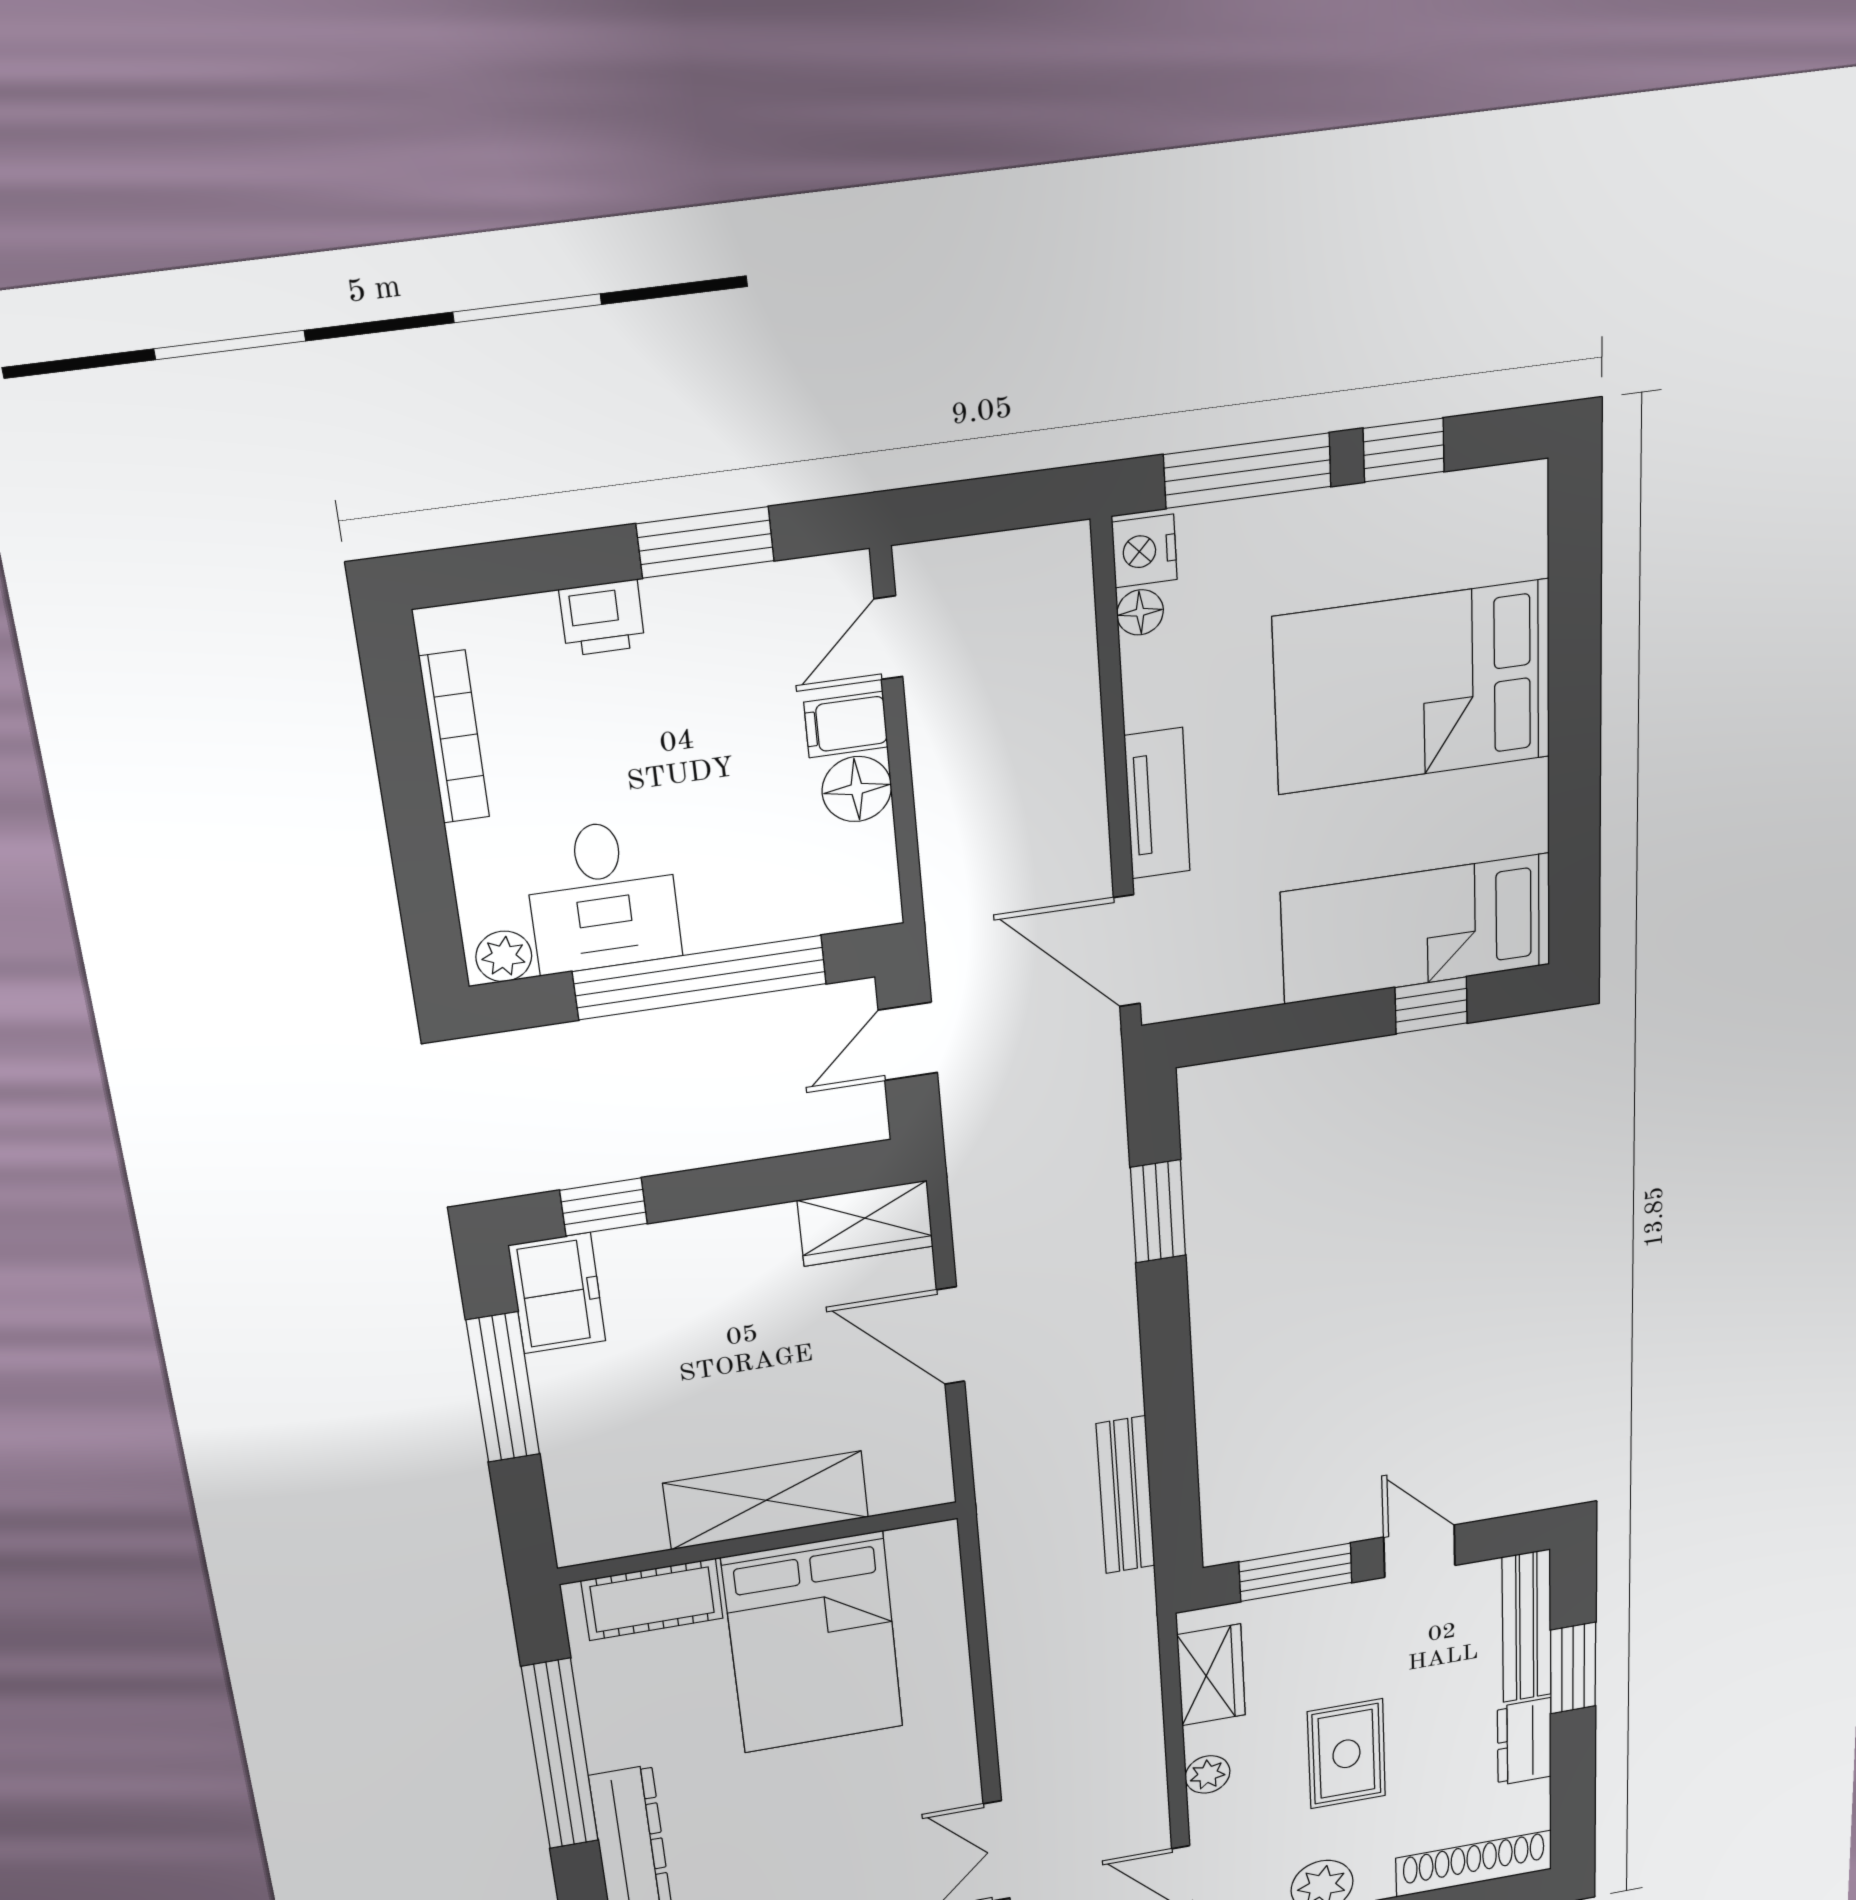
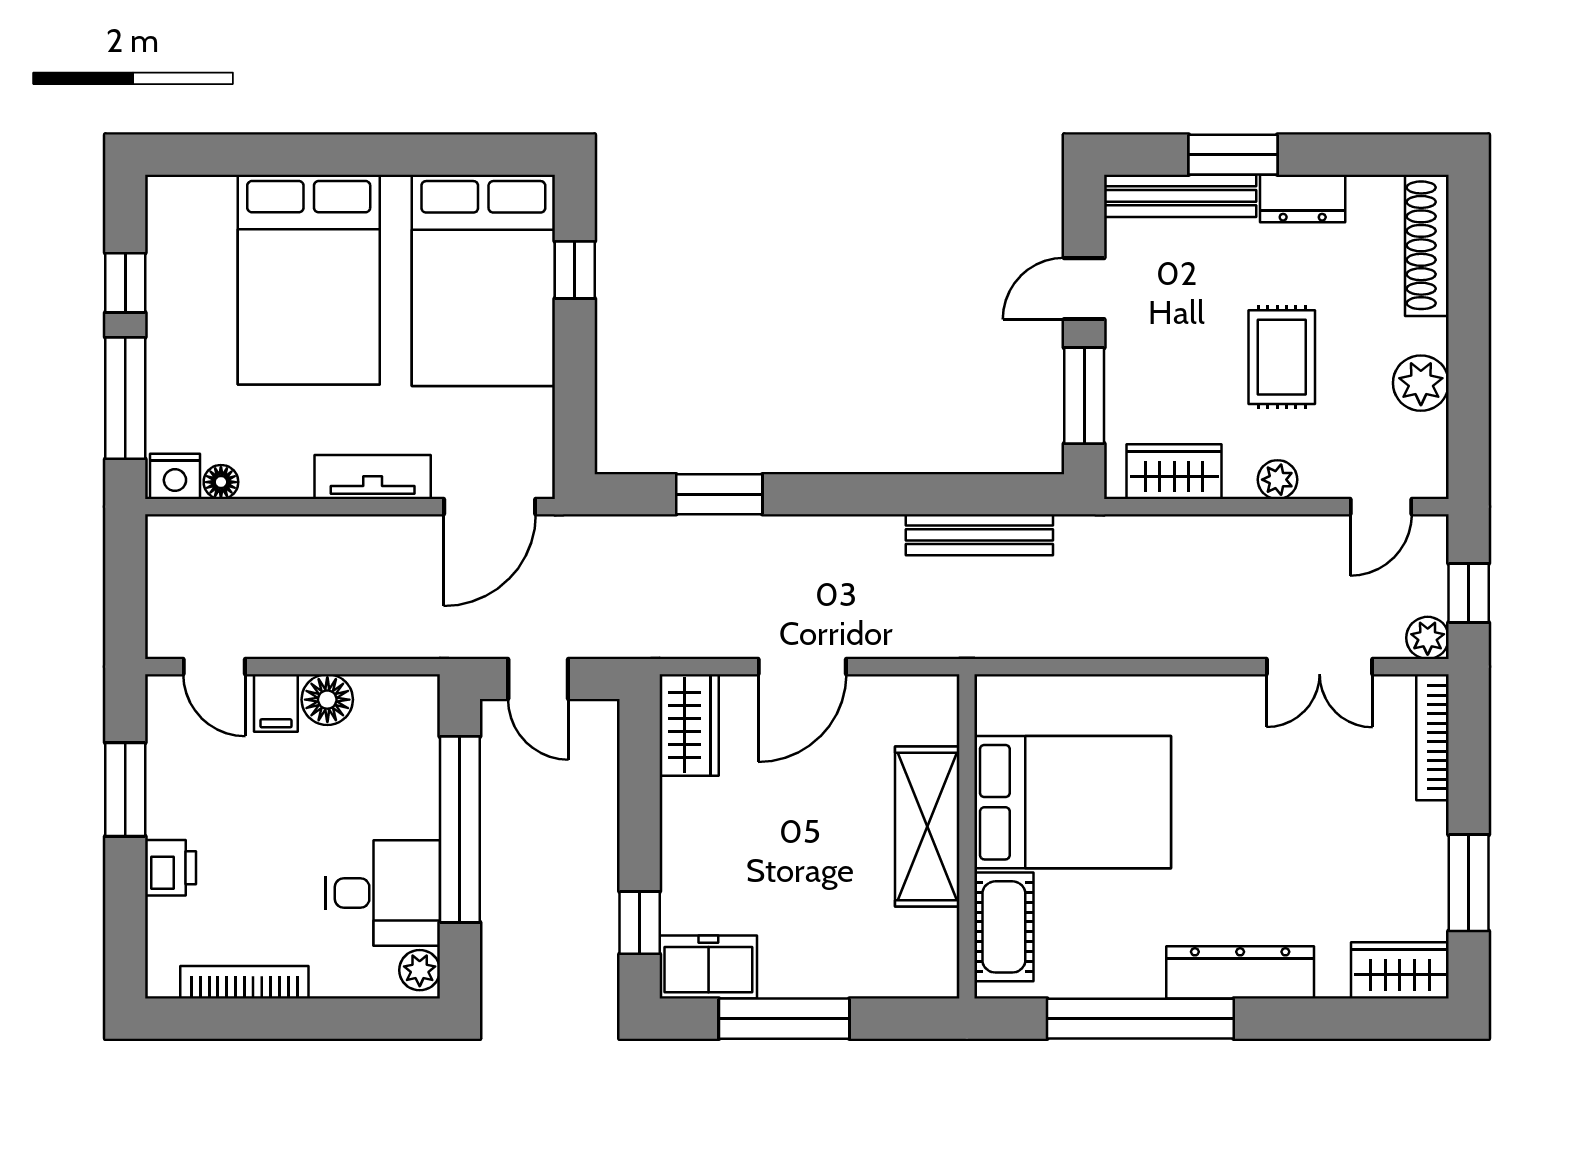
bed: (1416, 929) -> (483, 280), width x1.50
rug: (1346, 1754) -> (1282, 357), turned 90

